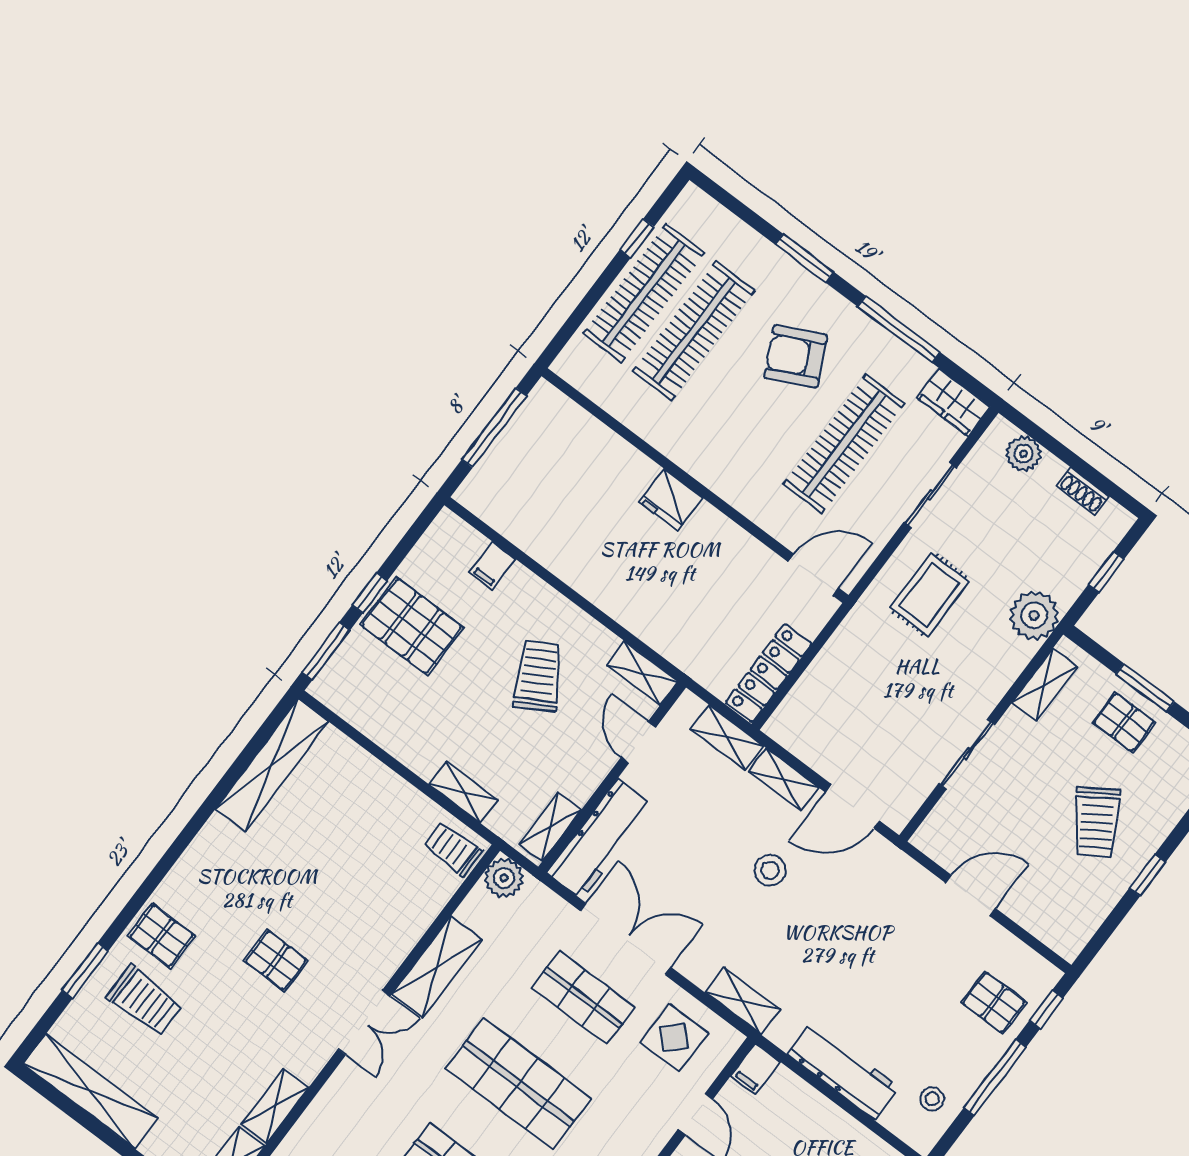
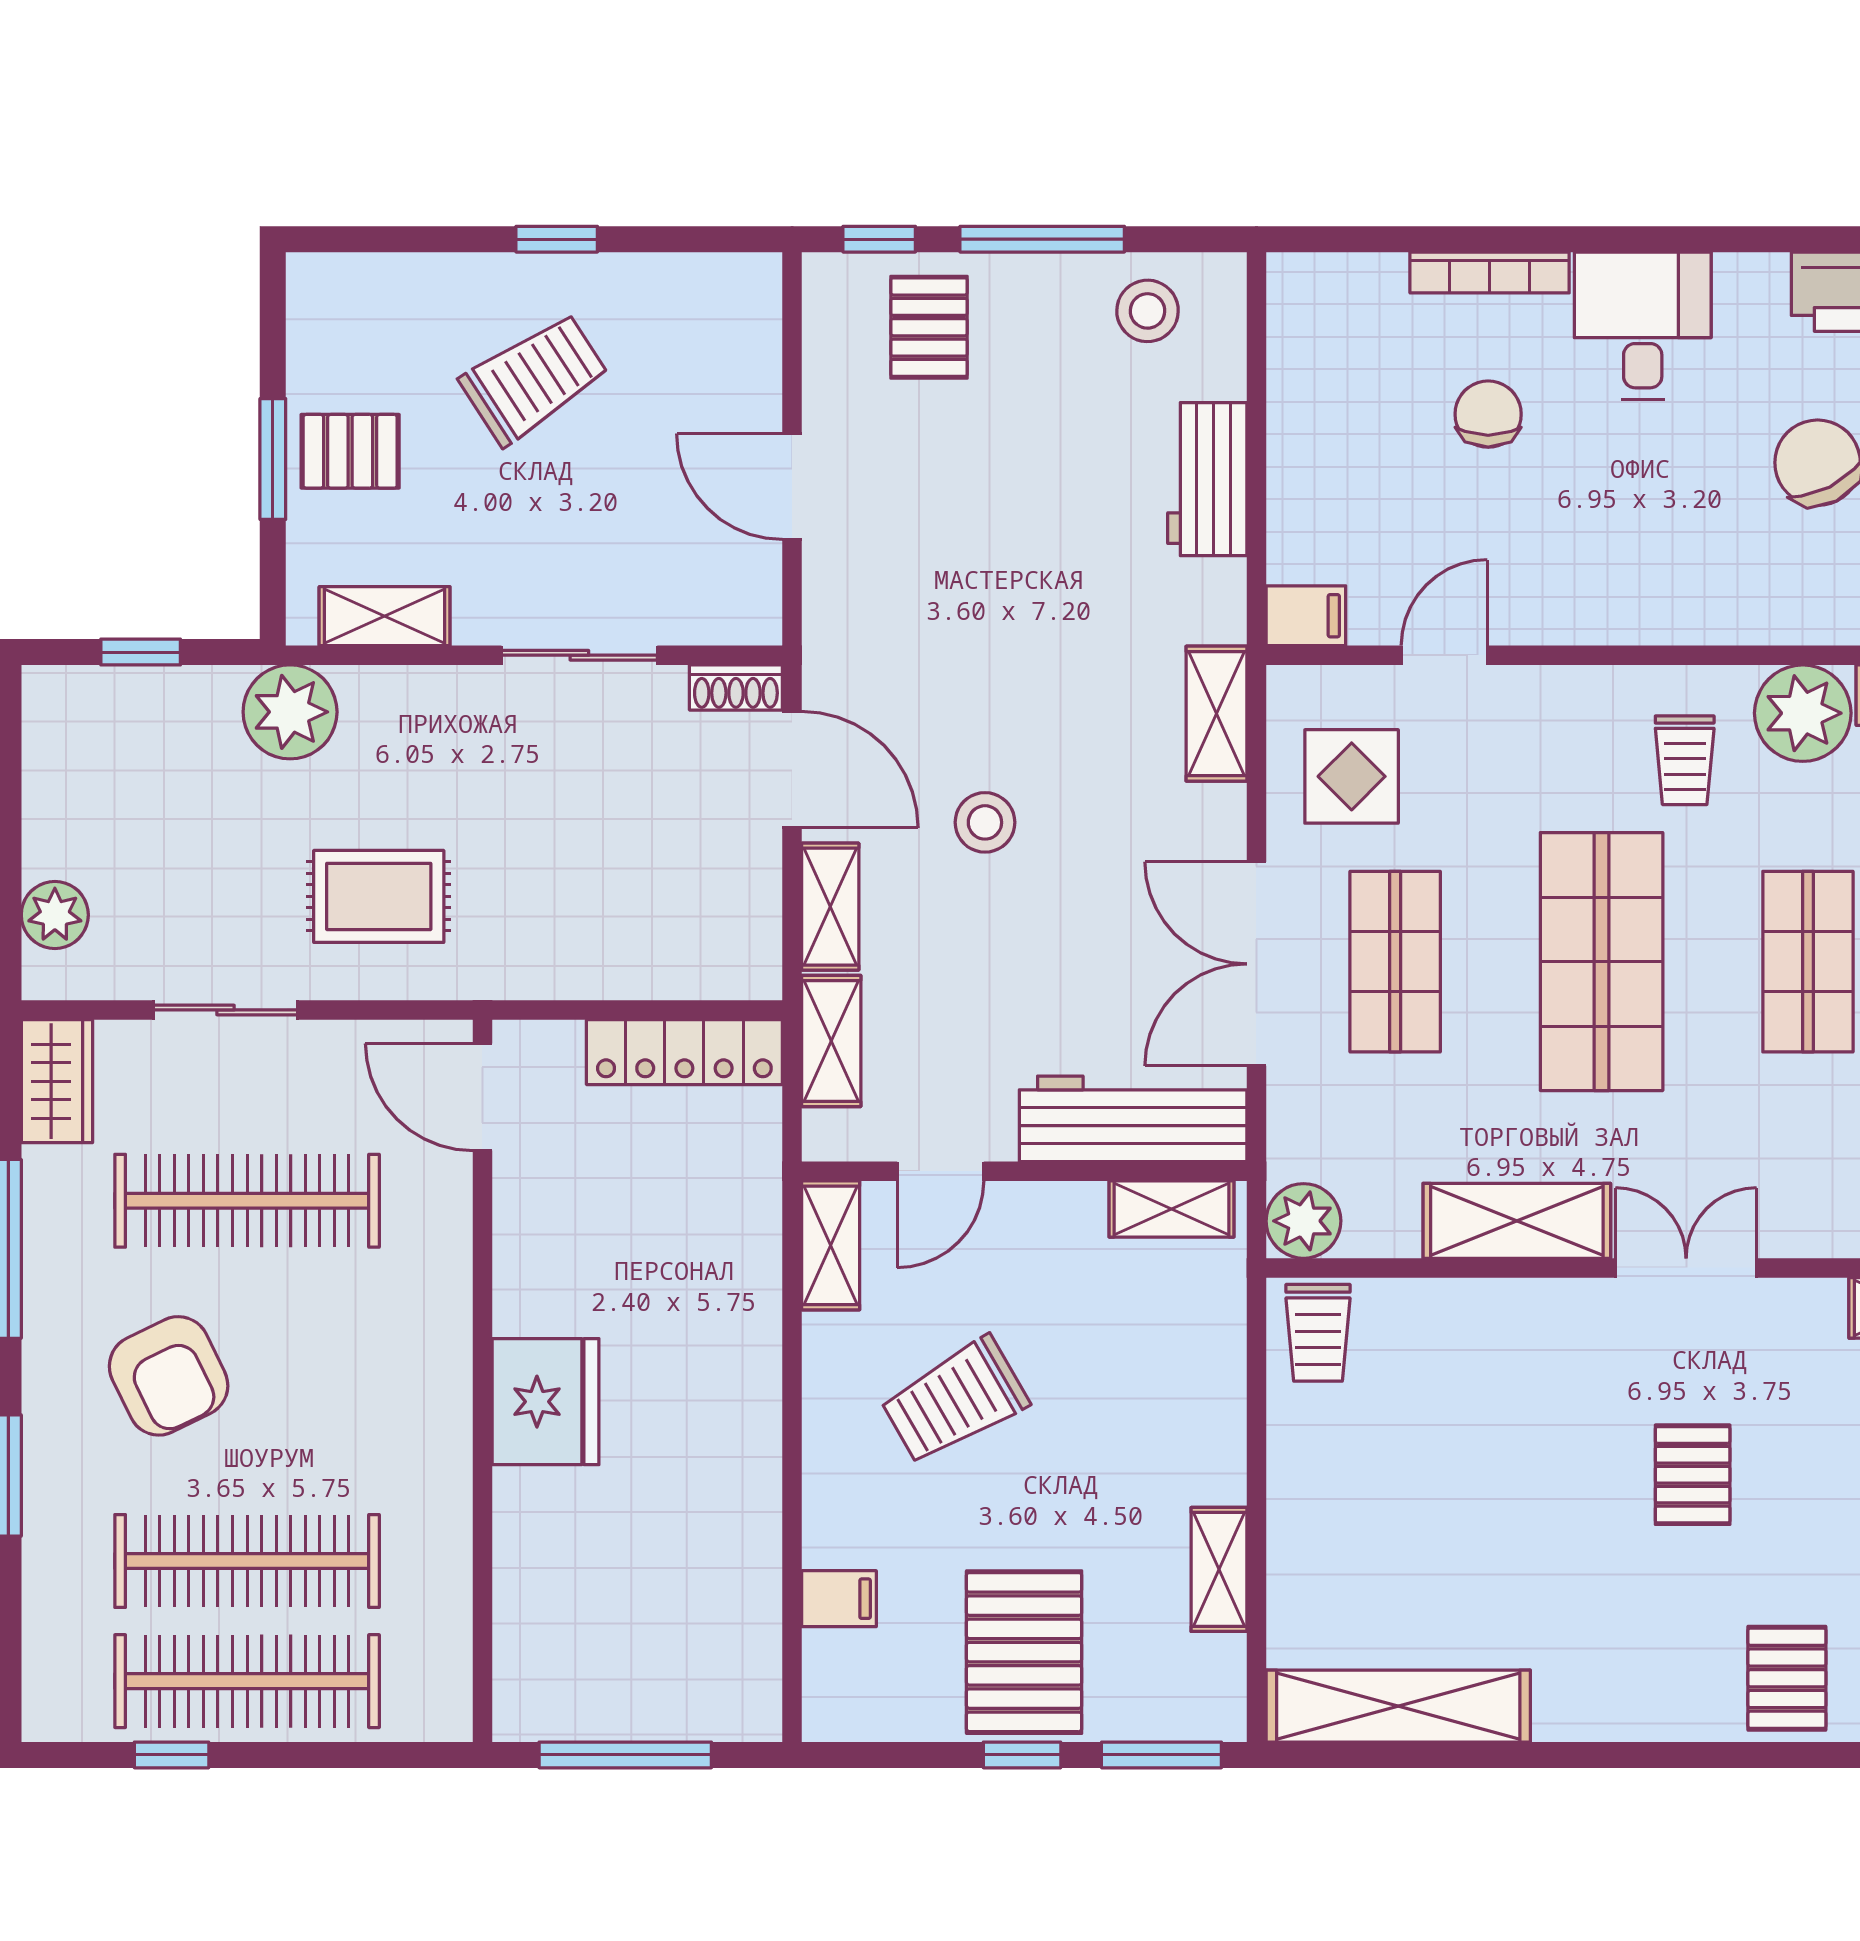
shoe rack: (1083, 491) -> (736, 687), moved, turned 90
fridge: (671, 500) -> (546, 1402), width x1.36, depth x1.34
pallet: (1124, 722) -> (350, 451), turned 90
shelving: (463, 792) -> (1219, 1569), moved
workbench: (843, 1071) -> (1207, 479), width x0.73
stool: (932, 1099) -> (1148, 311), width x1.37, depth x1.37

